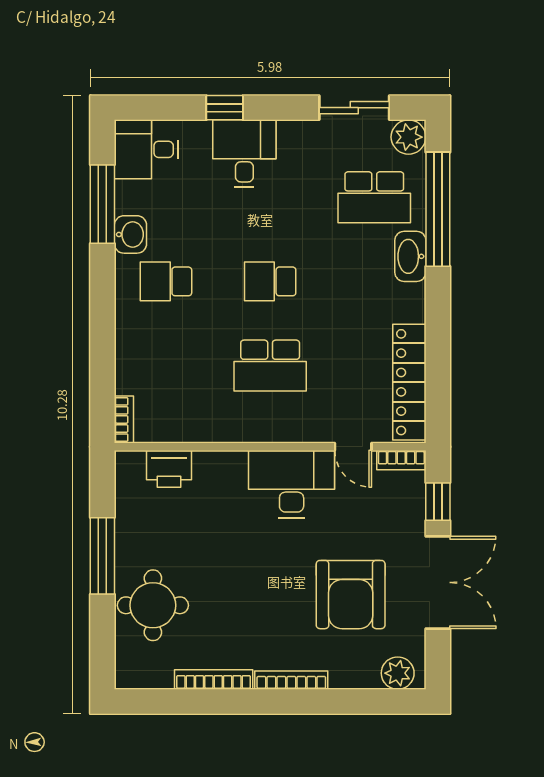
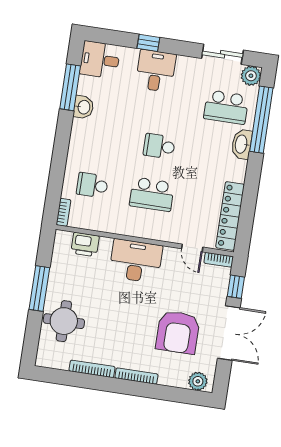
school desk: (166, 281) -> (92, 185), moved
desk: (292, 484) -> (136, 261), moved

